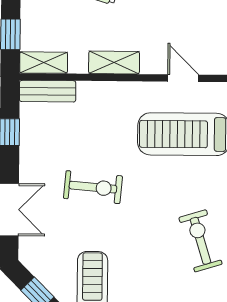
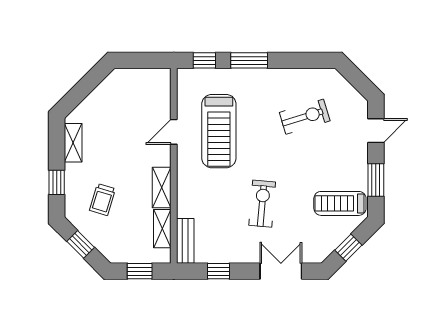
shelving: (44, 63) -> (162, 229), moved
exercise bike: (200, 241) -> (305, 117), turned 180

